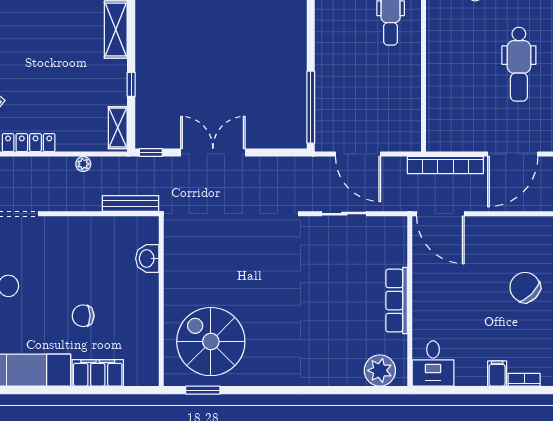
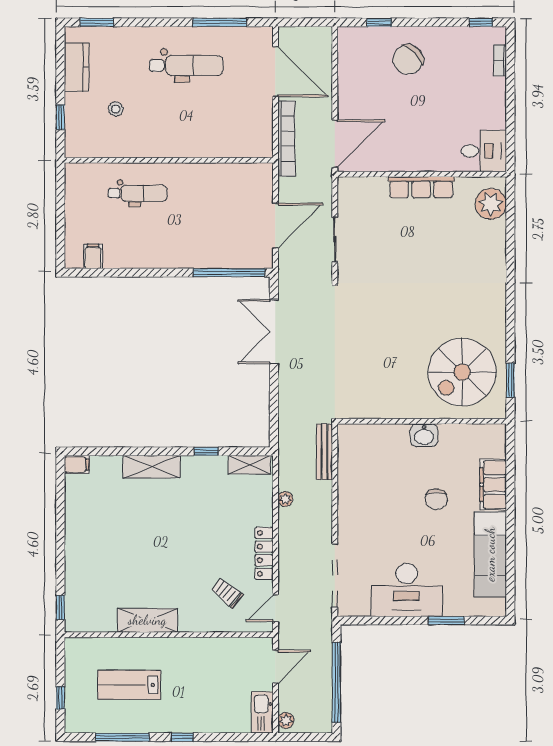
window: (151, 152) -> (274, 432), removed
double door: (213, 152) -> (274, 332), moved
washbasin: (147, 259) -> (424, 435), moved
filing cabinet: (497, 374) -> (494, 87), removed

